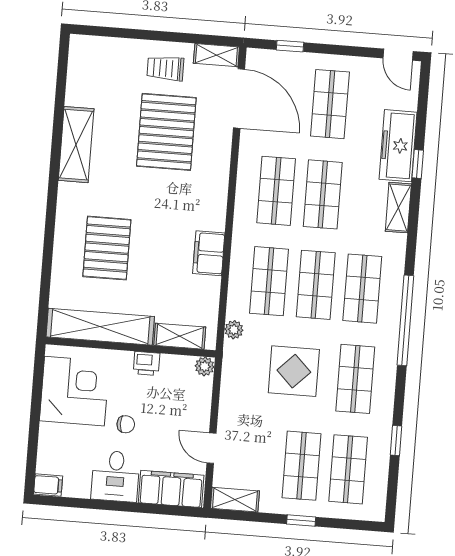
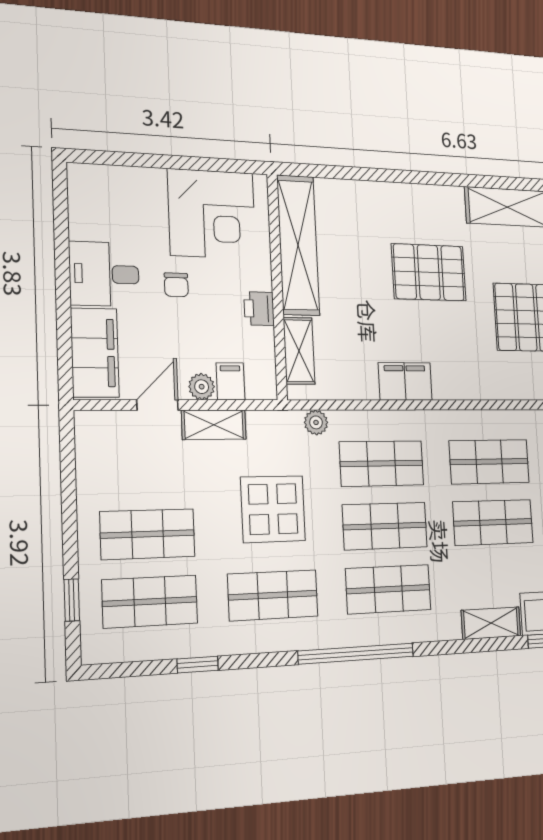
pallet: (107, 248) -> (429, 272), moved
plant: (205, 366) -> (202, 387), moved
filing cabinet: (48, 485) -> (230, 381), moved, turned 180
shelving: (235, 500) -> (214, 425), moved, turned 90
window: (301, 520) -> (72, 600), moved

